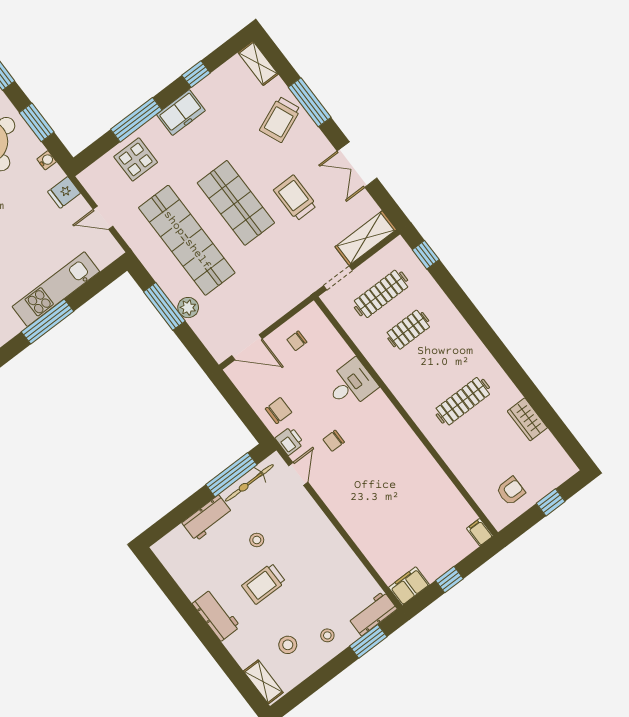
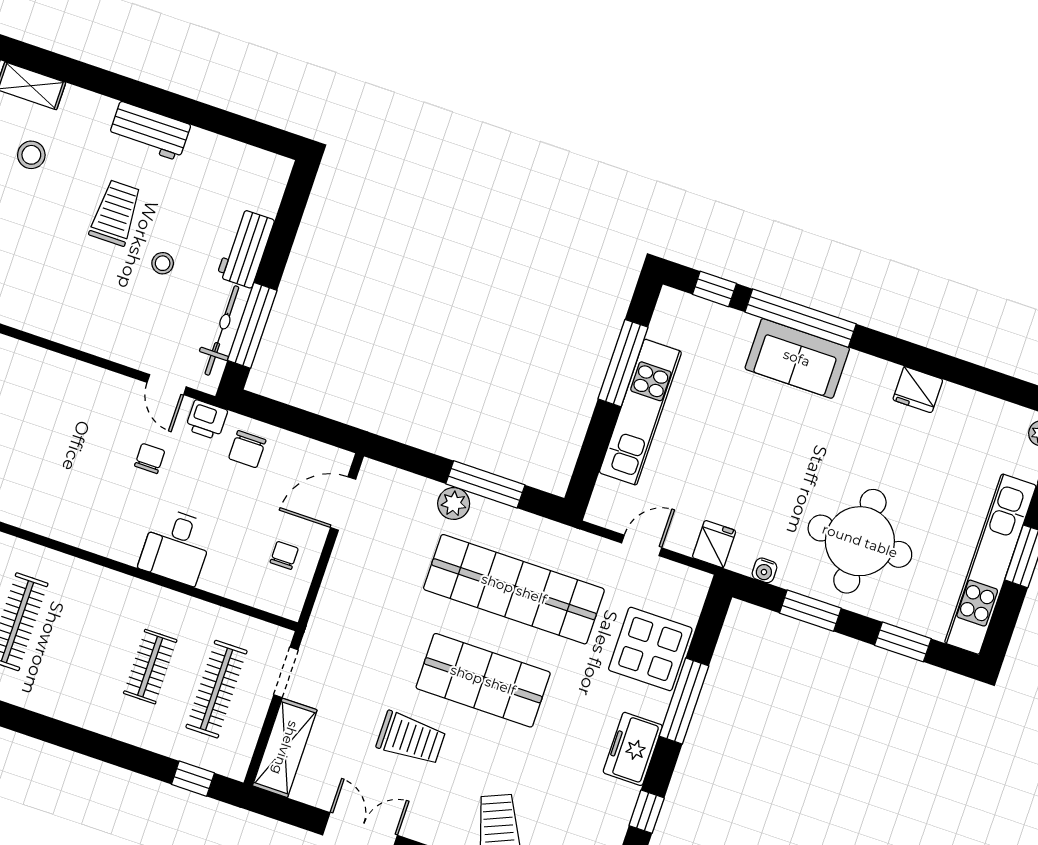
display table: (136, 159) -> (650, 649), width x1.36, depth x1.36

